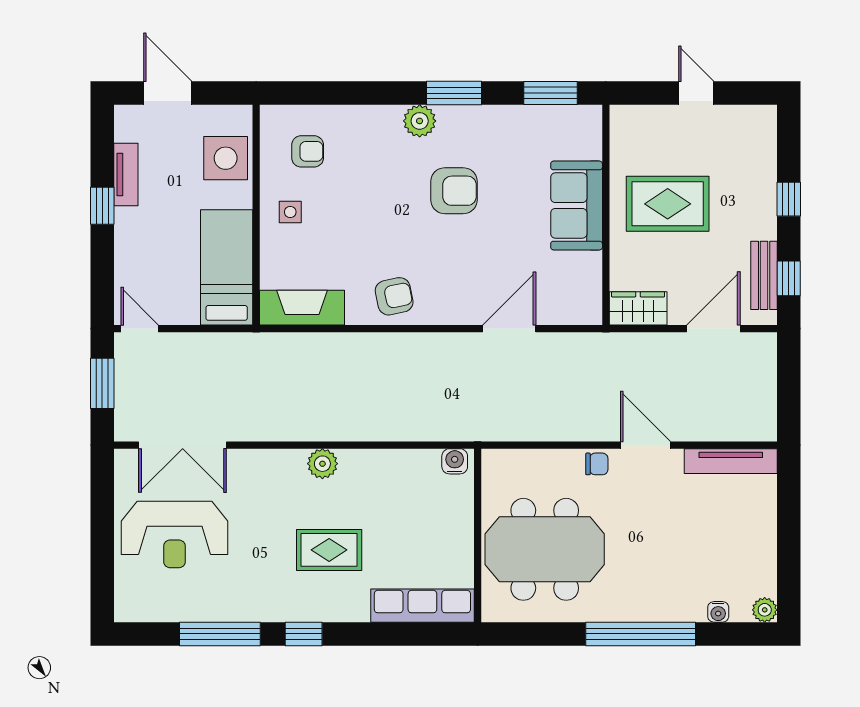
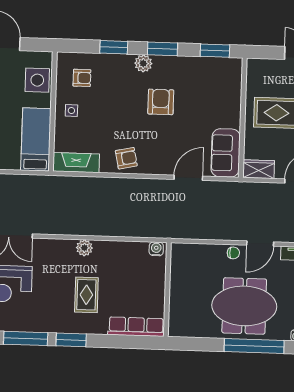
window: (364, 93) -> (114, 47), added
armchair: (454, 191) -> (161, 102), turned -90
sofa: (577, 206) -> (226, 153), moved
door: (645, 445) -> (260, 244), swing flipped
meeting table: (545, 549) -> (244, 306), moved
rug: (329, 550) -> (86, 295), turned 90
window: (304, 634) -> (71, 340), width x1.50

